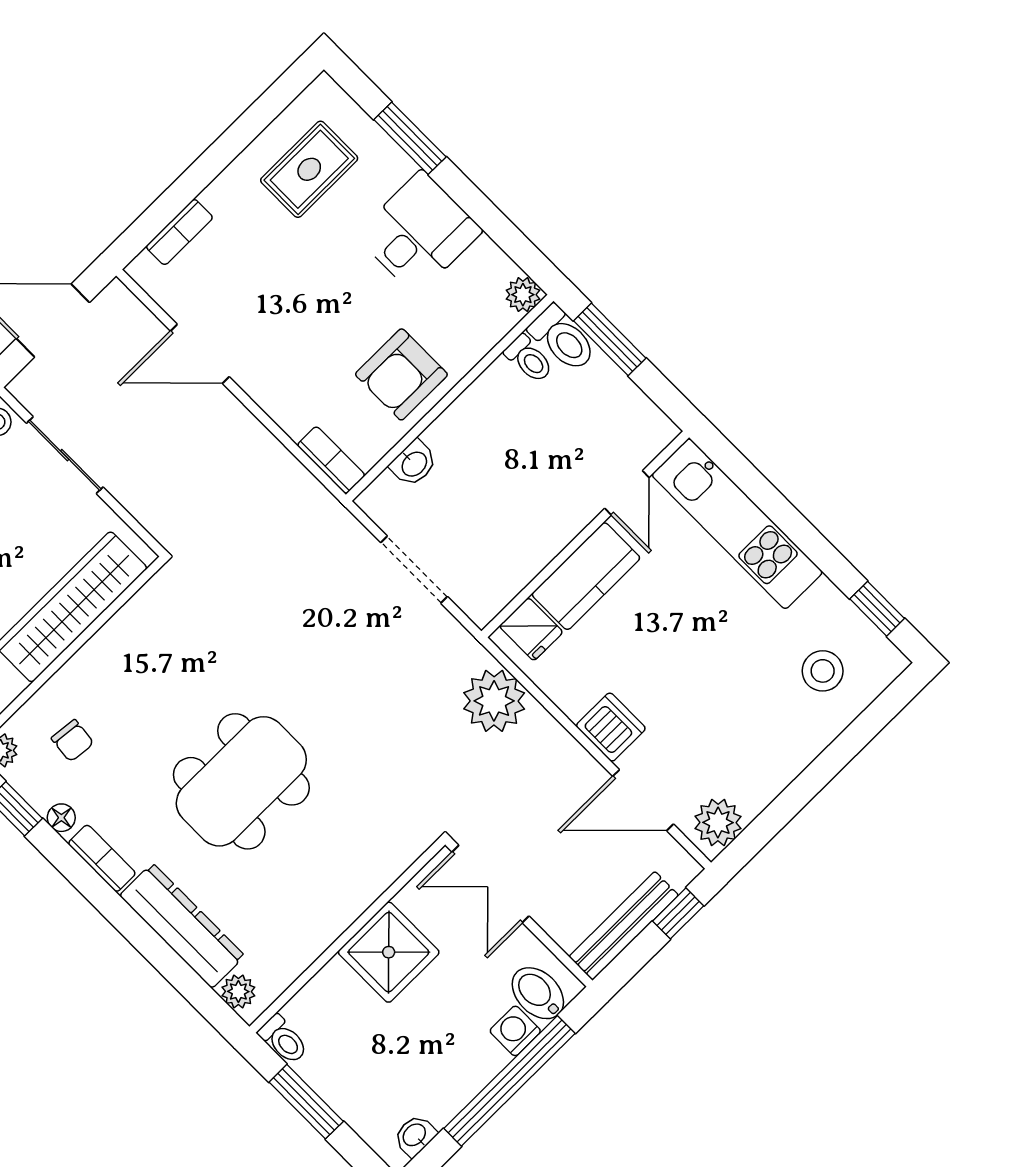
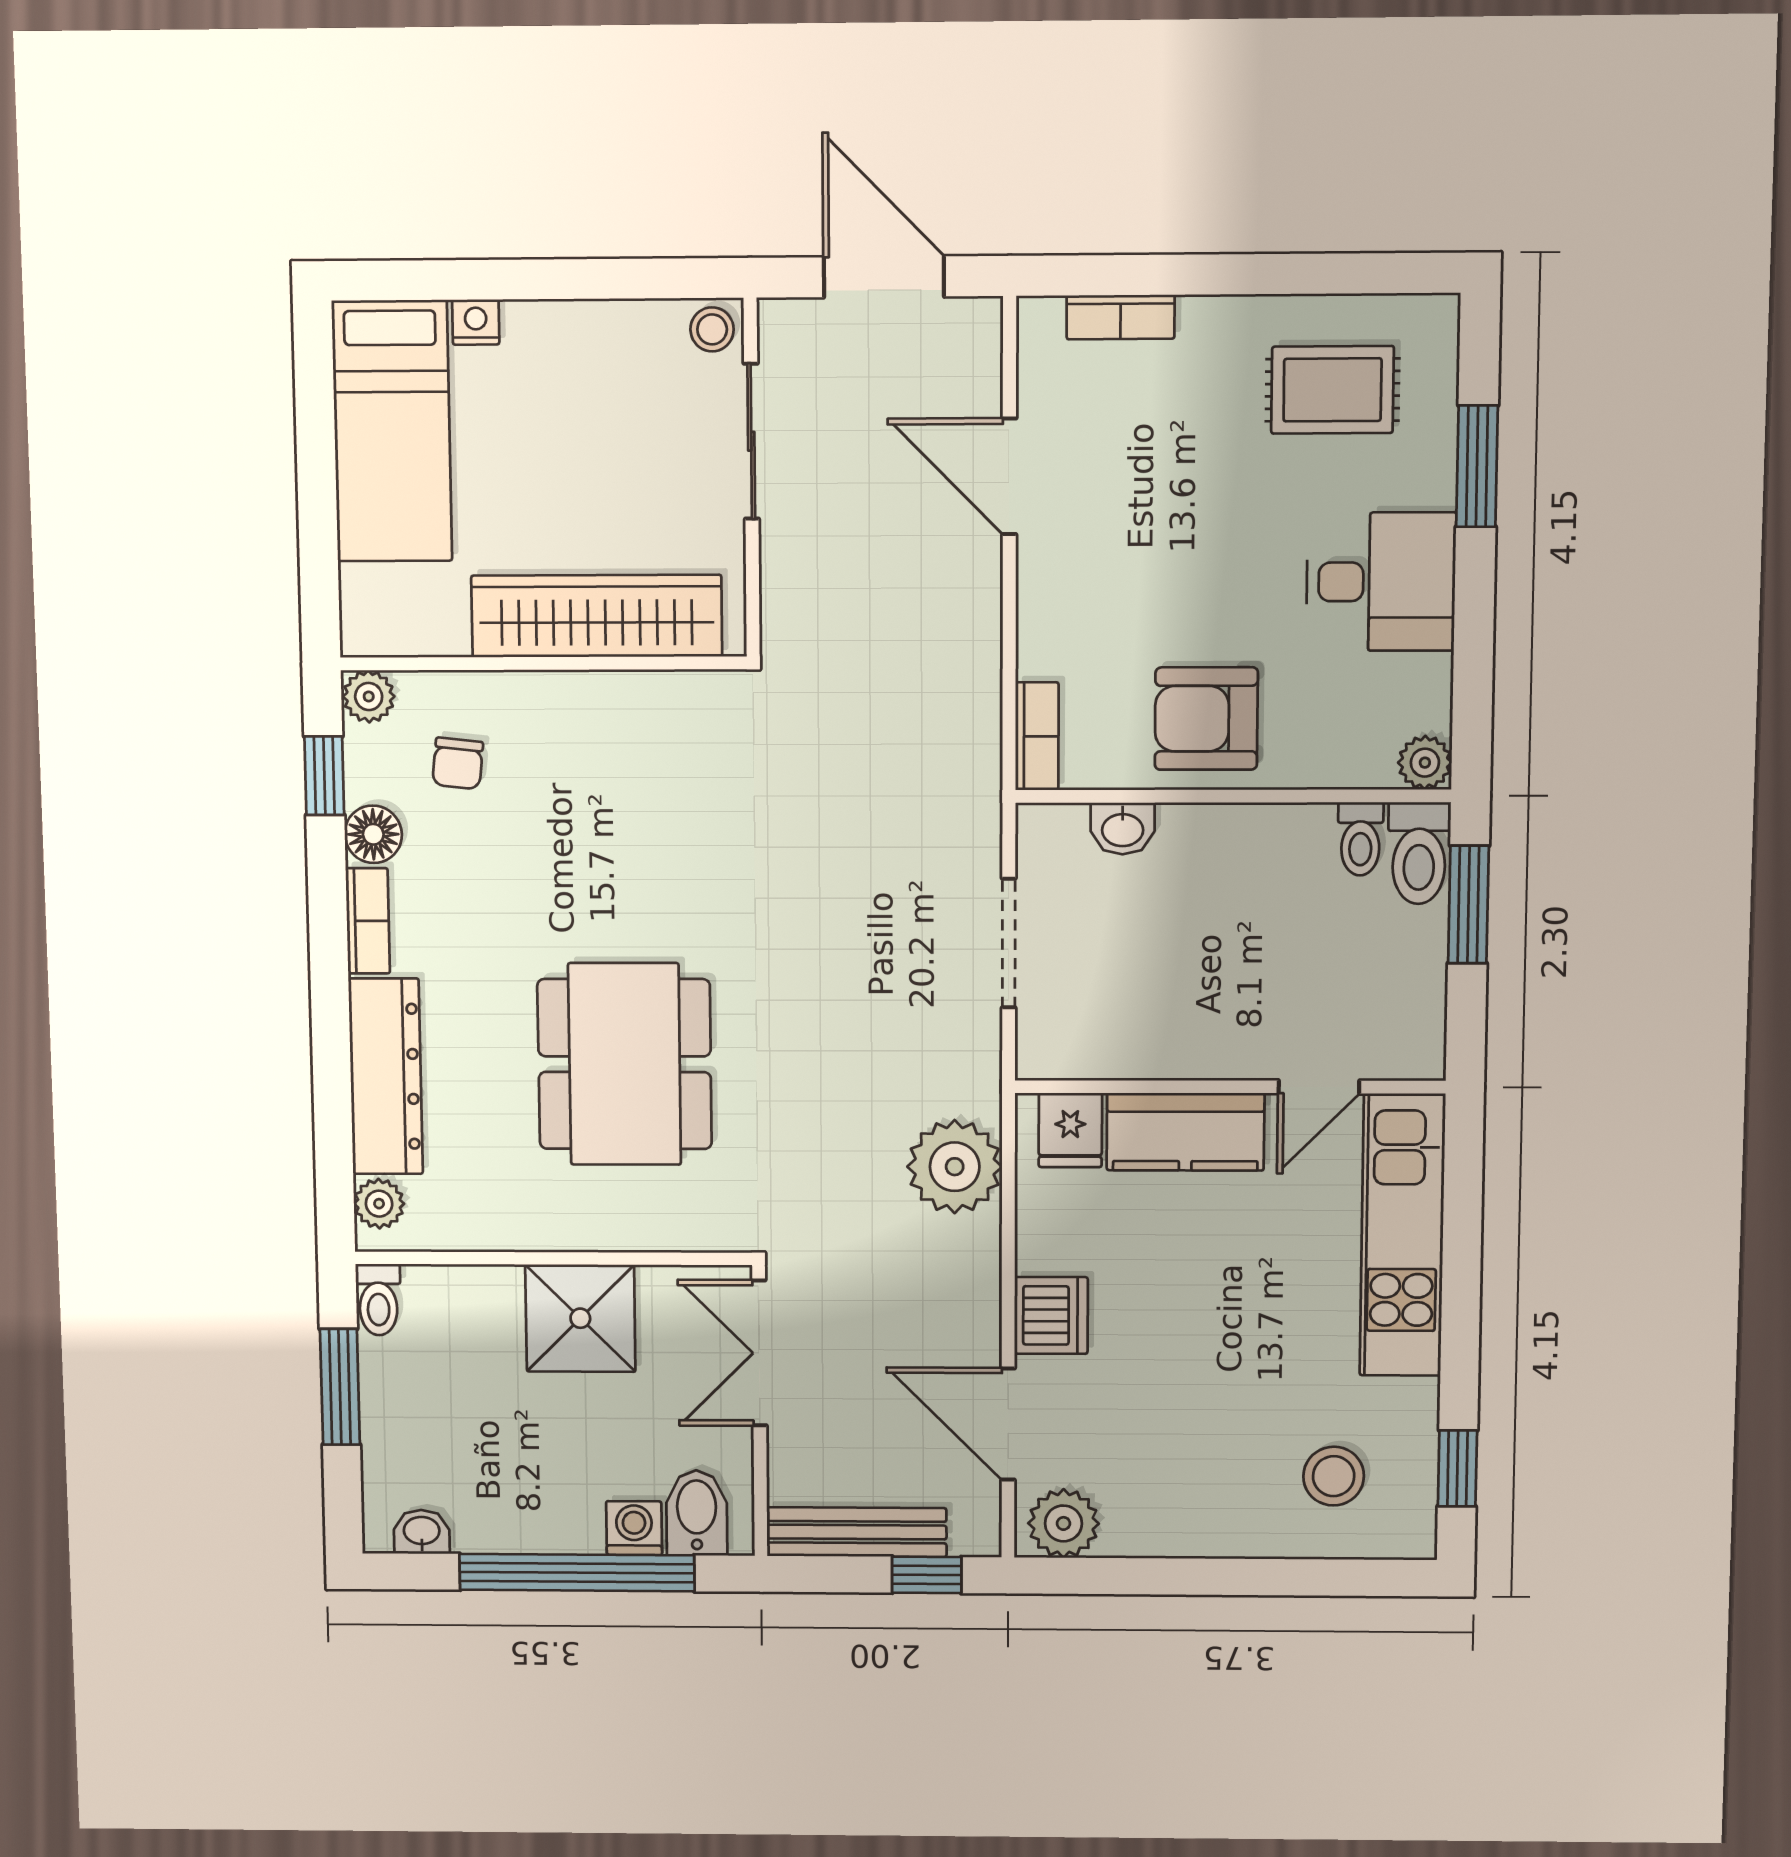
dining table: (241, 781) -> (625, 1064), moved, turned 90
floor lamp: (61, 818) -> (373, 834), width x1.37, depth x1.37

